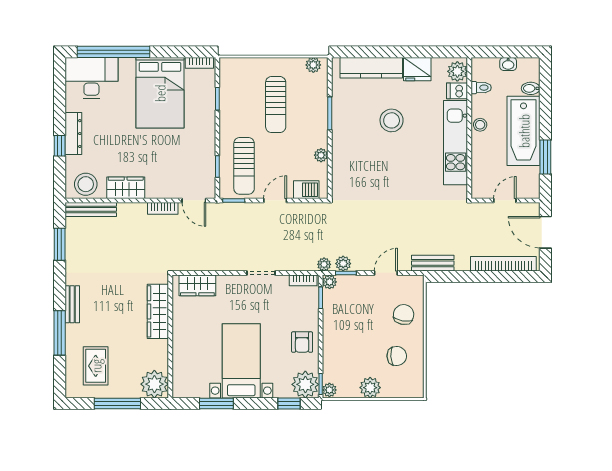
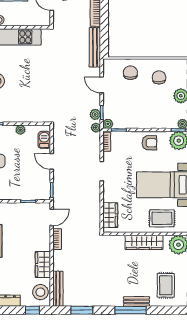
window: (60, 146) -> (32, 310), moved
sun lounger: (244, 166) -> (28, 183), removed
bench: (433, 263) -> (95, 47), width x1.36
bench: (72, 304) -> (136, 301), moved
wardrobe: (158, 311) -> (144, 242), moved
chair: (404, 315) -> (130, 73), turned 80
window: (60, 333) -> (131, 310), moved
rug: (193, 360) -> (162, 218), added
rug: (96, 366) -> (166, 285), turned 90

